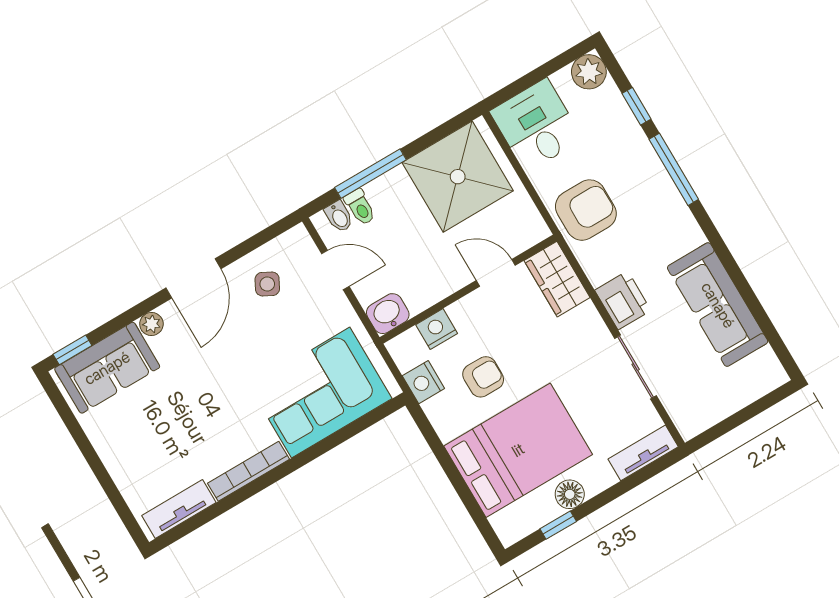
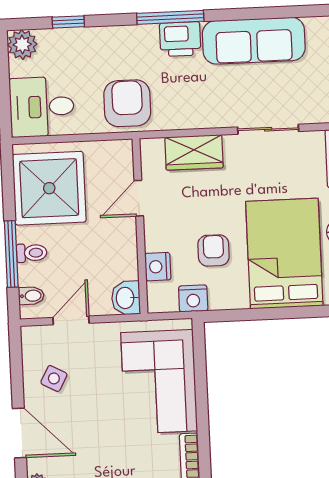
window: (674, 169) -> (170, 17), moved
toilet: (360, 207) -> (32, 253), moved
wardrobe: (557, 279) -> (194, 152), moved
printer: (623, 300) -> (180, 39), moved, turned 180

